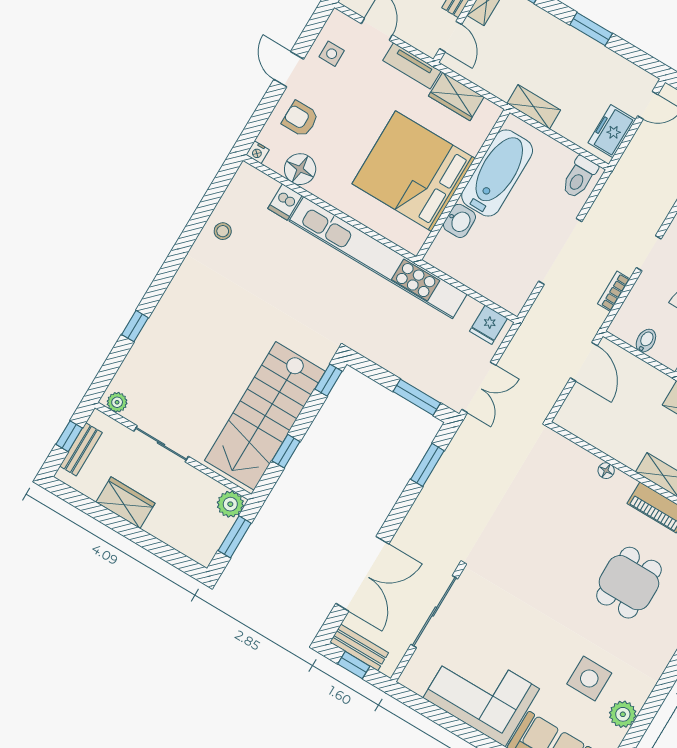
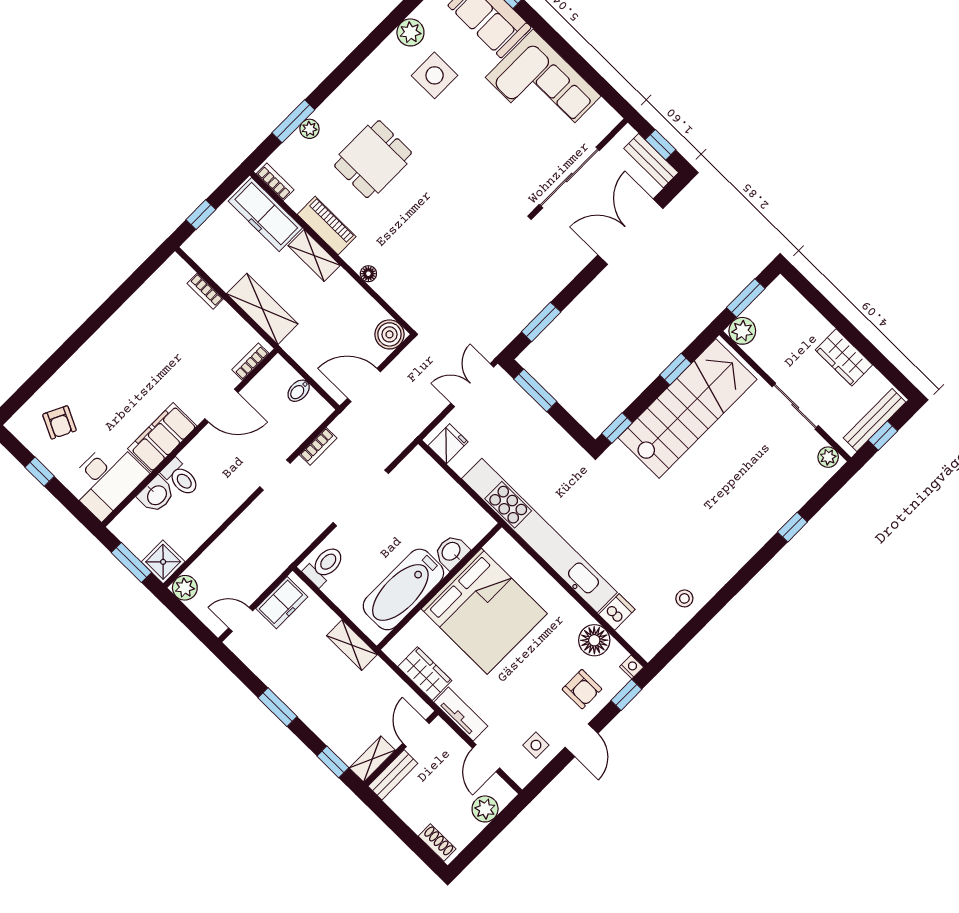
window: (256, 124) -> (626, 695), added
door: (584, 362) -> (364, 385), hinge flipped
boiler: (571, 417) -> (389, 334), added
bench: (81, 449) -> (875, 420), width x1.36

